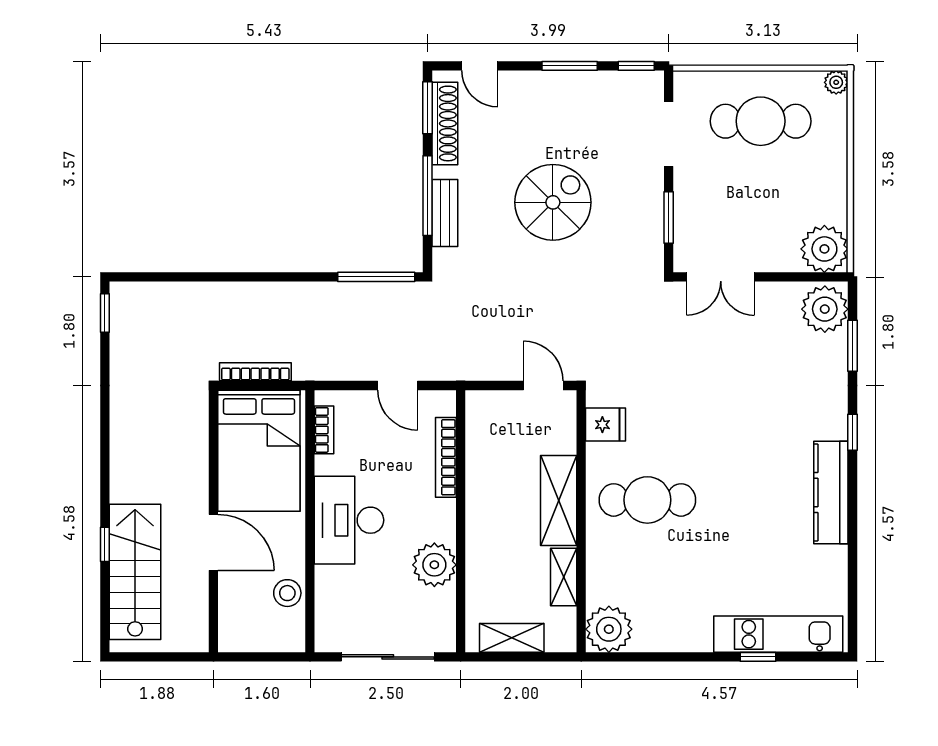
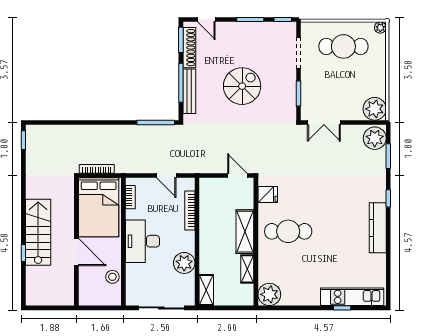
bench: (445, 213) -> (189, 91), width x1.36
stairs: (135, 572) -> (38, 232), moved
shelving: (512, 638) -> (206, 290), moved, turned 90

